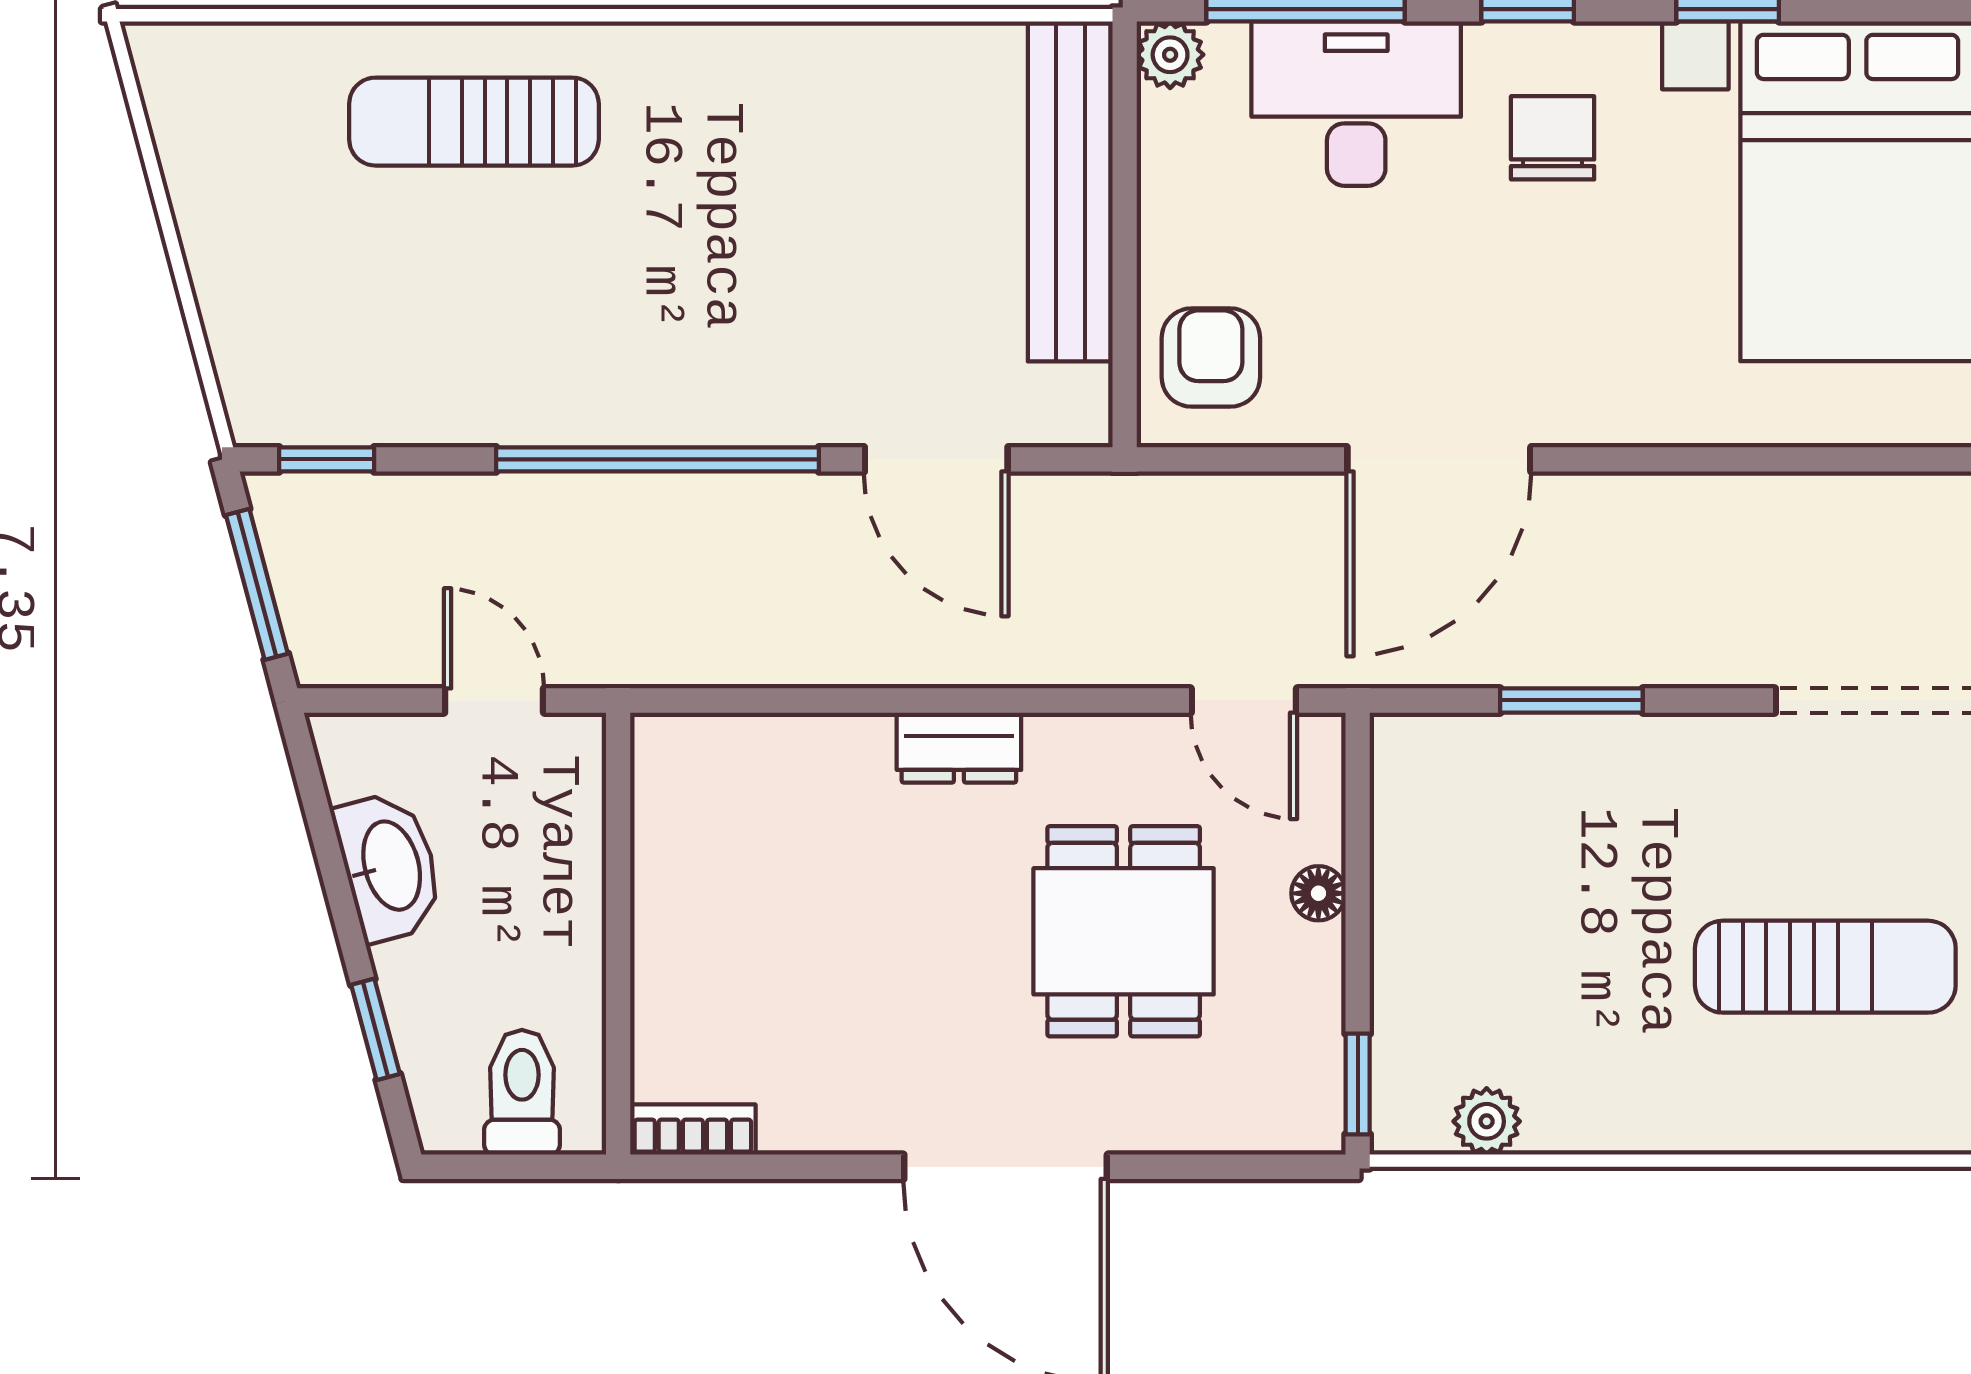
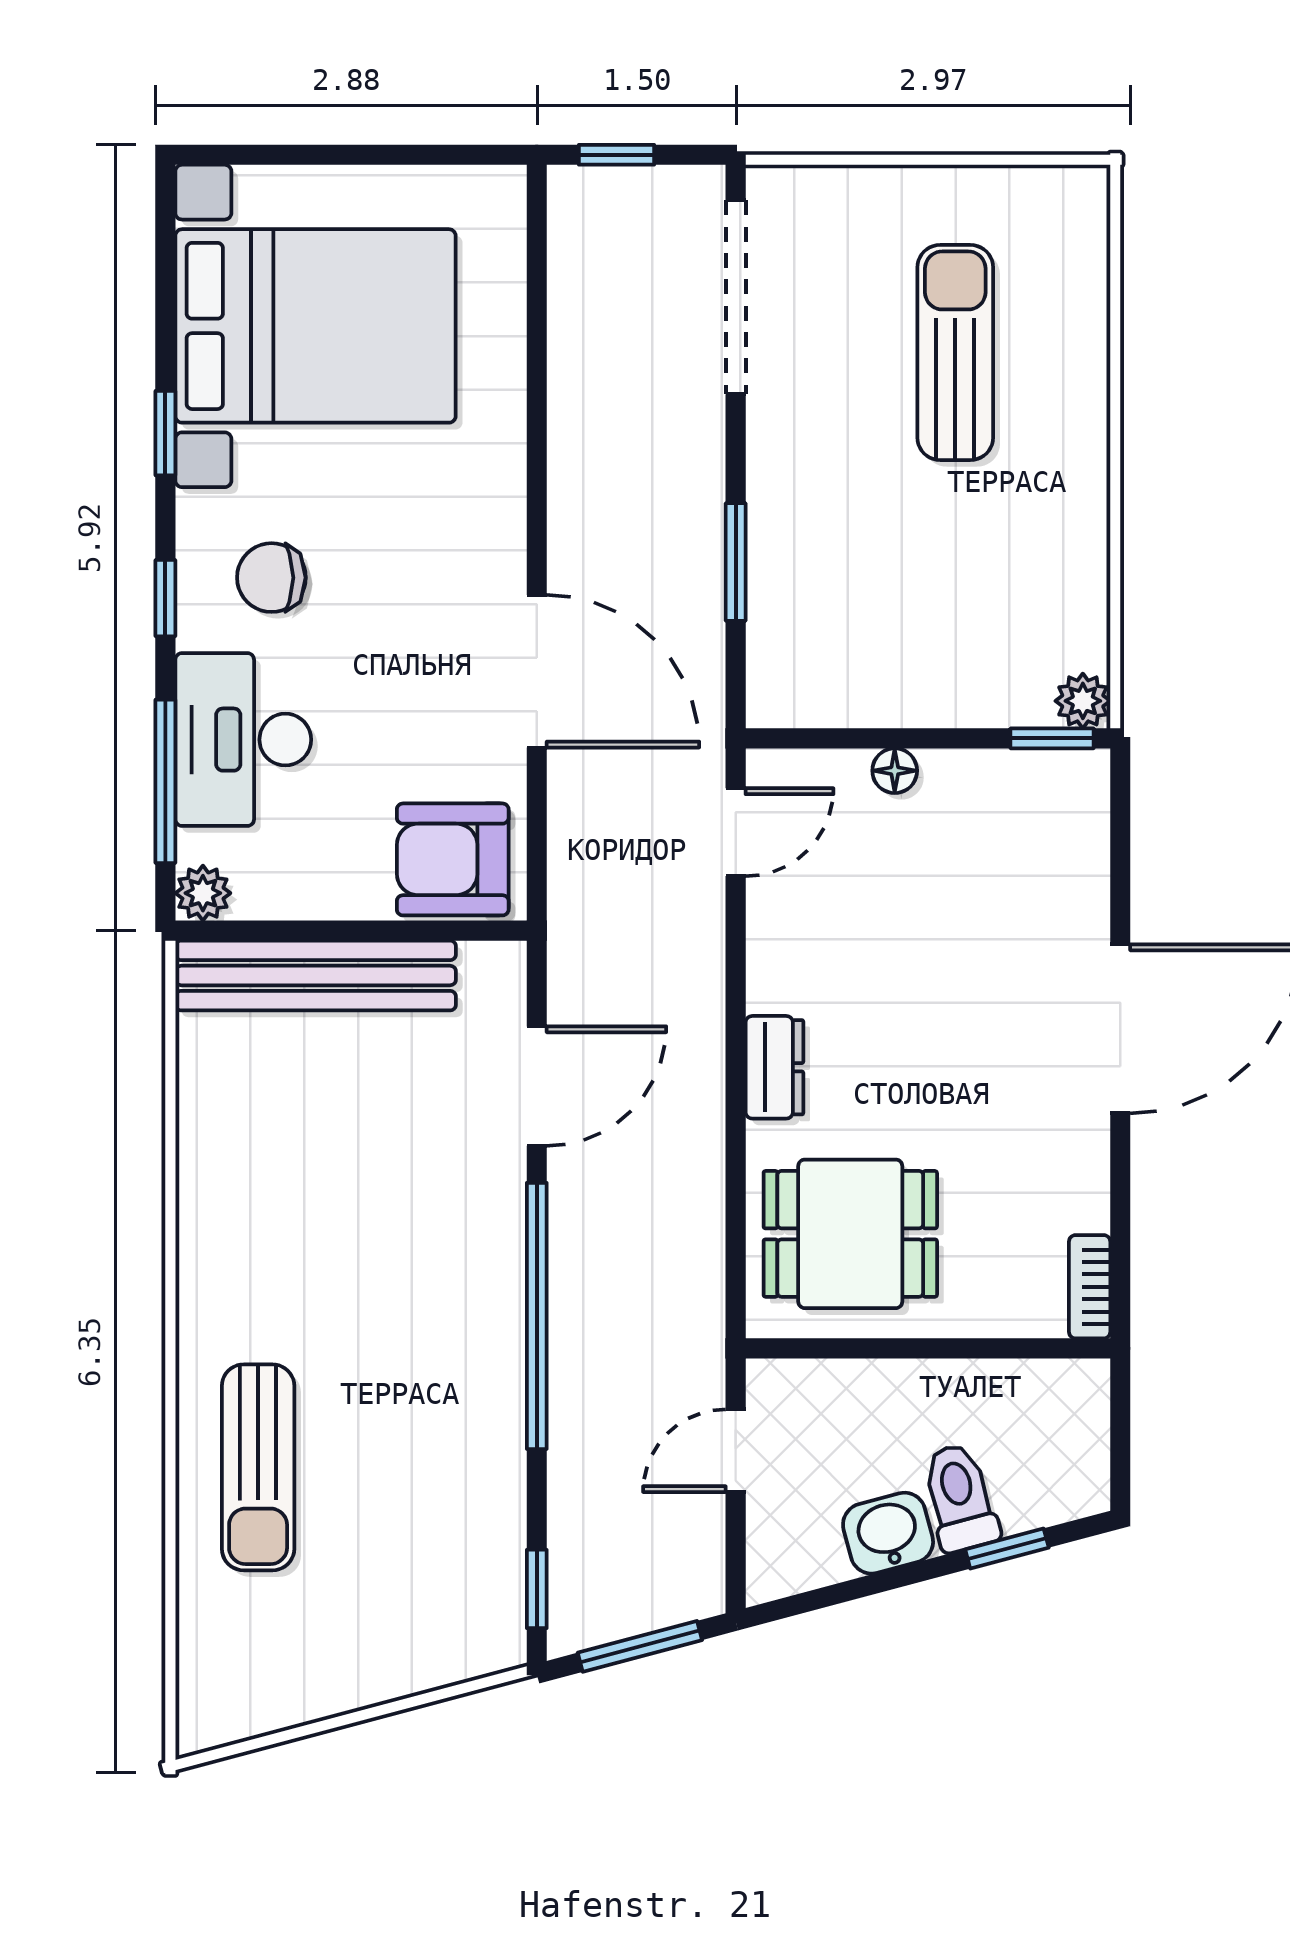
armchair: (1211, 358) -> (453, 859), width x1.38, depth x1.38
washbasin: (389, 866) -> (888, 1533), width x0.72
dining table: (1124, 931) -> (850, 1234), moved
toilet: (522, 1092) -> (960, 1498), moved, turned 75
plant: (1487, 1121) -> (1083, 701), moved

